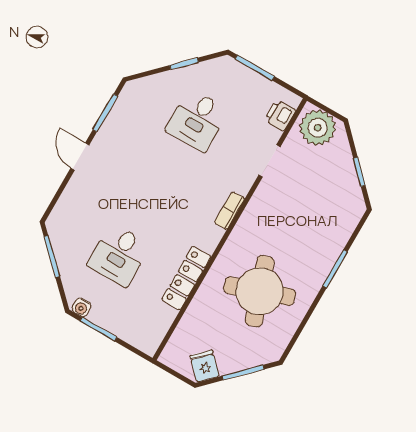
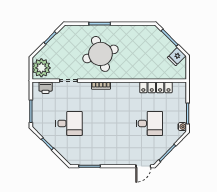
door: (80, 157) -> (143, 166), moved
locker: (186, 278) -> (156, 87), moved
round table: (260, 291) -> (100, 54), moved

